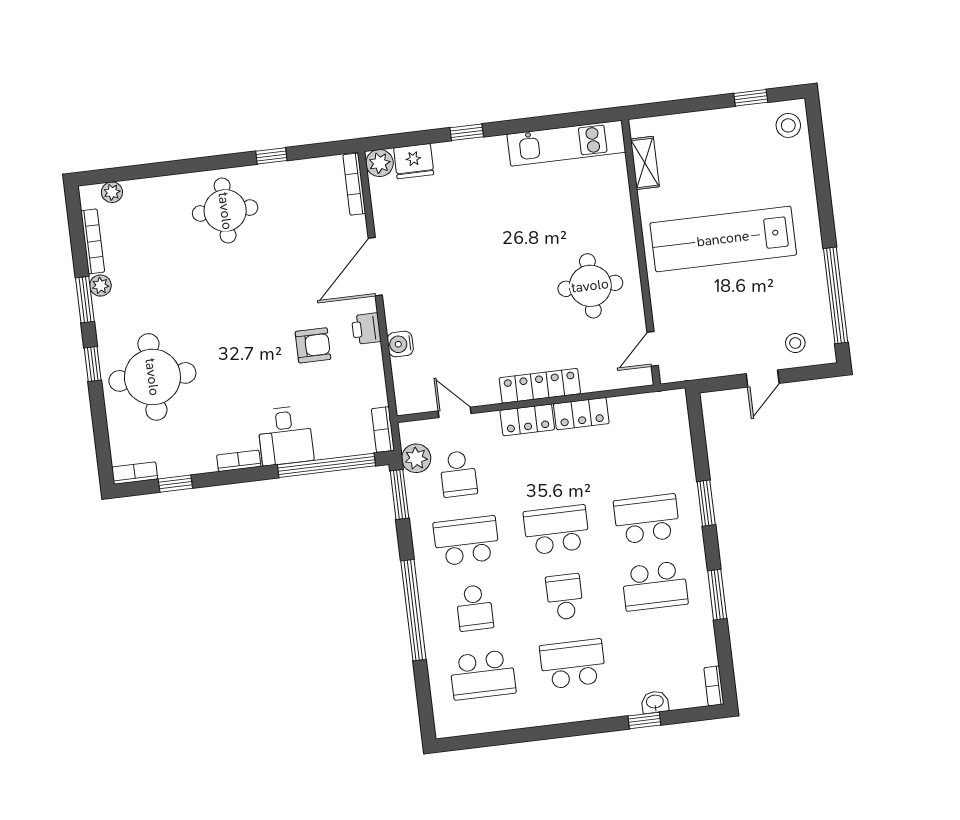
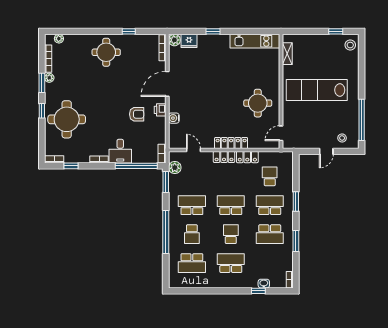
school desk: (458, 474) -> (270, 176), moved, turned 180

